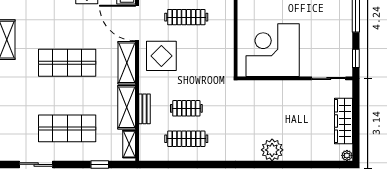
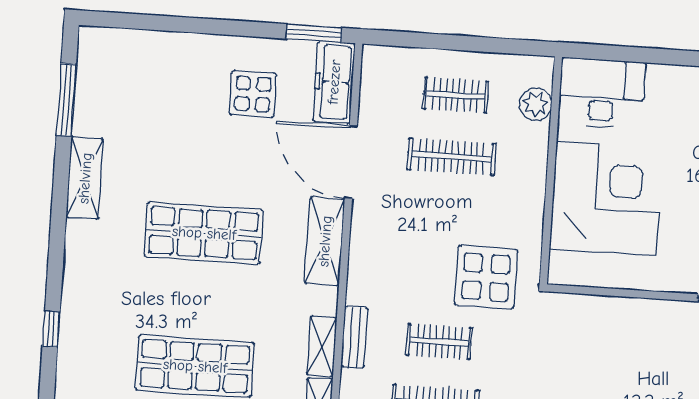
corner desk: (273, 50) -> (607, 199), moved, turned 90
display table: (161, 56) -> (486, 277), moved
shelving: (127, 107) -> (322, 346), width x0.67, depth x0.75

